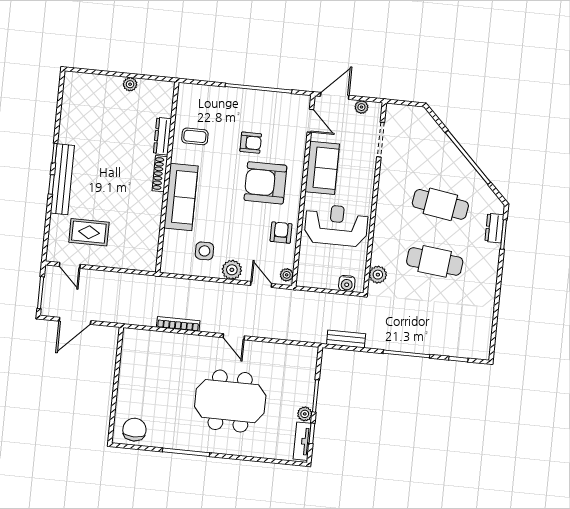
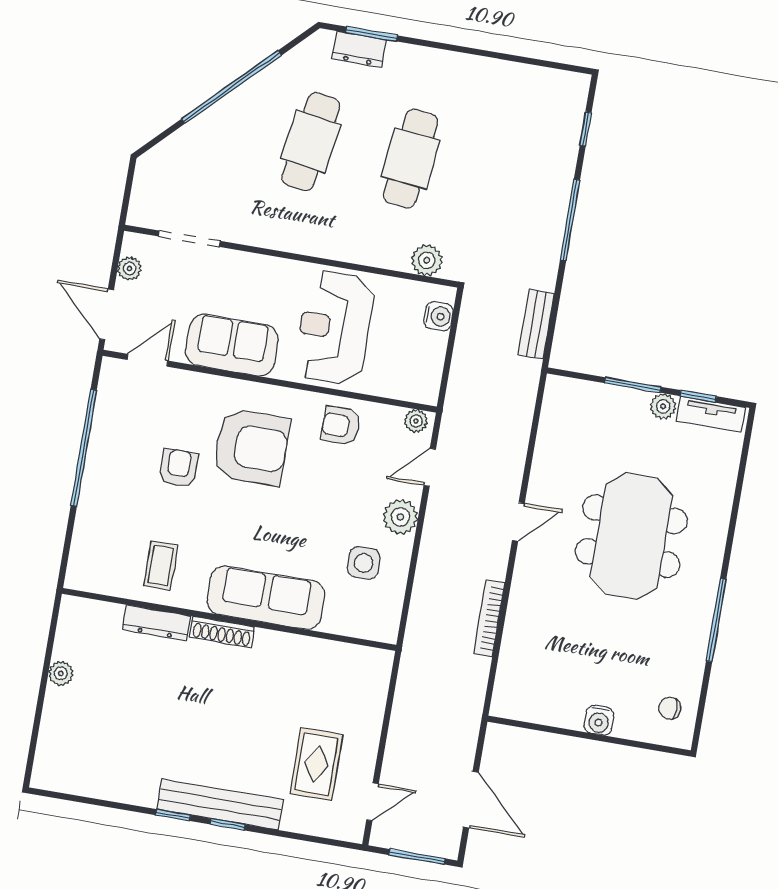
armchair: (265, 183) -> (251, 447), turned -90
water cooler: (125, 390) -> (599, 720), added
chair: (134, 430) -> (670, 708), width x0.54, depth x0.54

